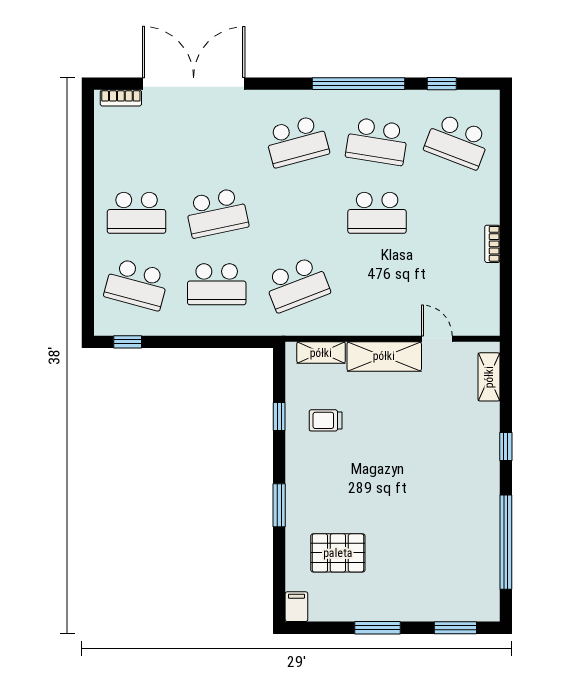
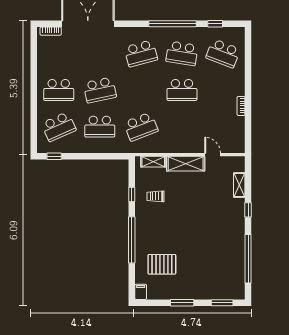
school desk: (137, 284) -> (59, 127), turned -39
shelving: (489, 377) -> (239, 185), moved
window: (279, 505) -> (132, 240), width x2.11

